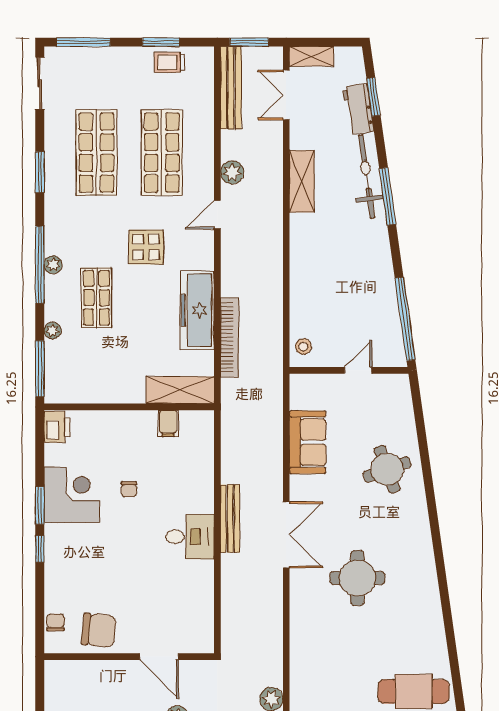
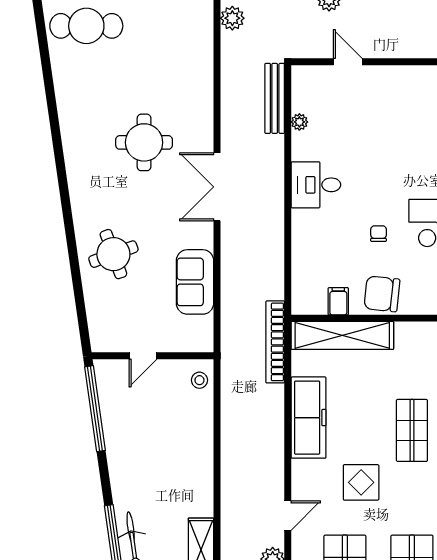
bookcase: (230, 337) -> (275, 342), moved
shelving: (180, 390) -> (342, 335), width x1.47
bench: (230, 519) -> (275, 98), moved
plant: (206, 598) -> (299, 122), added
chair: (99, 630) -> (382, 294), moved
door: (159, 657) -> (348, 62), width x0.73

